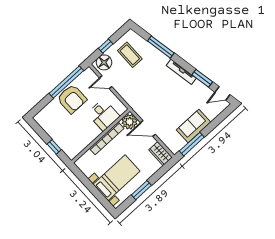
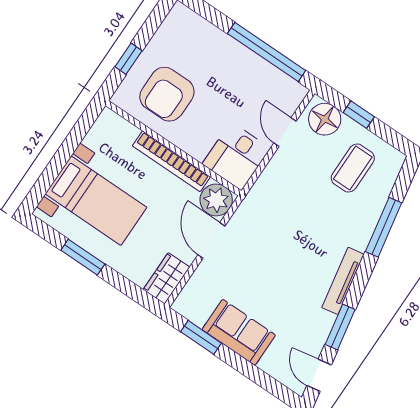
armchair: (72, 99) -> (167, 94), moved
desk: (103, 115) -> (236, 156), moved
window: (192, 144) -> (201, 337), width x0.69

